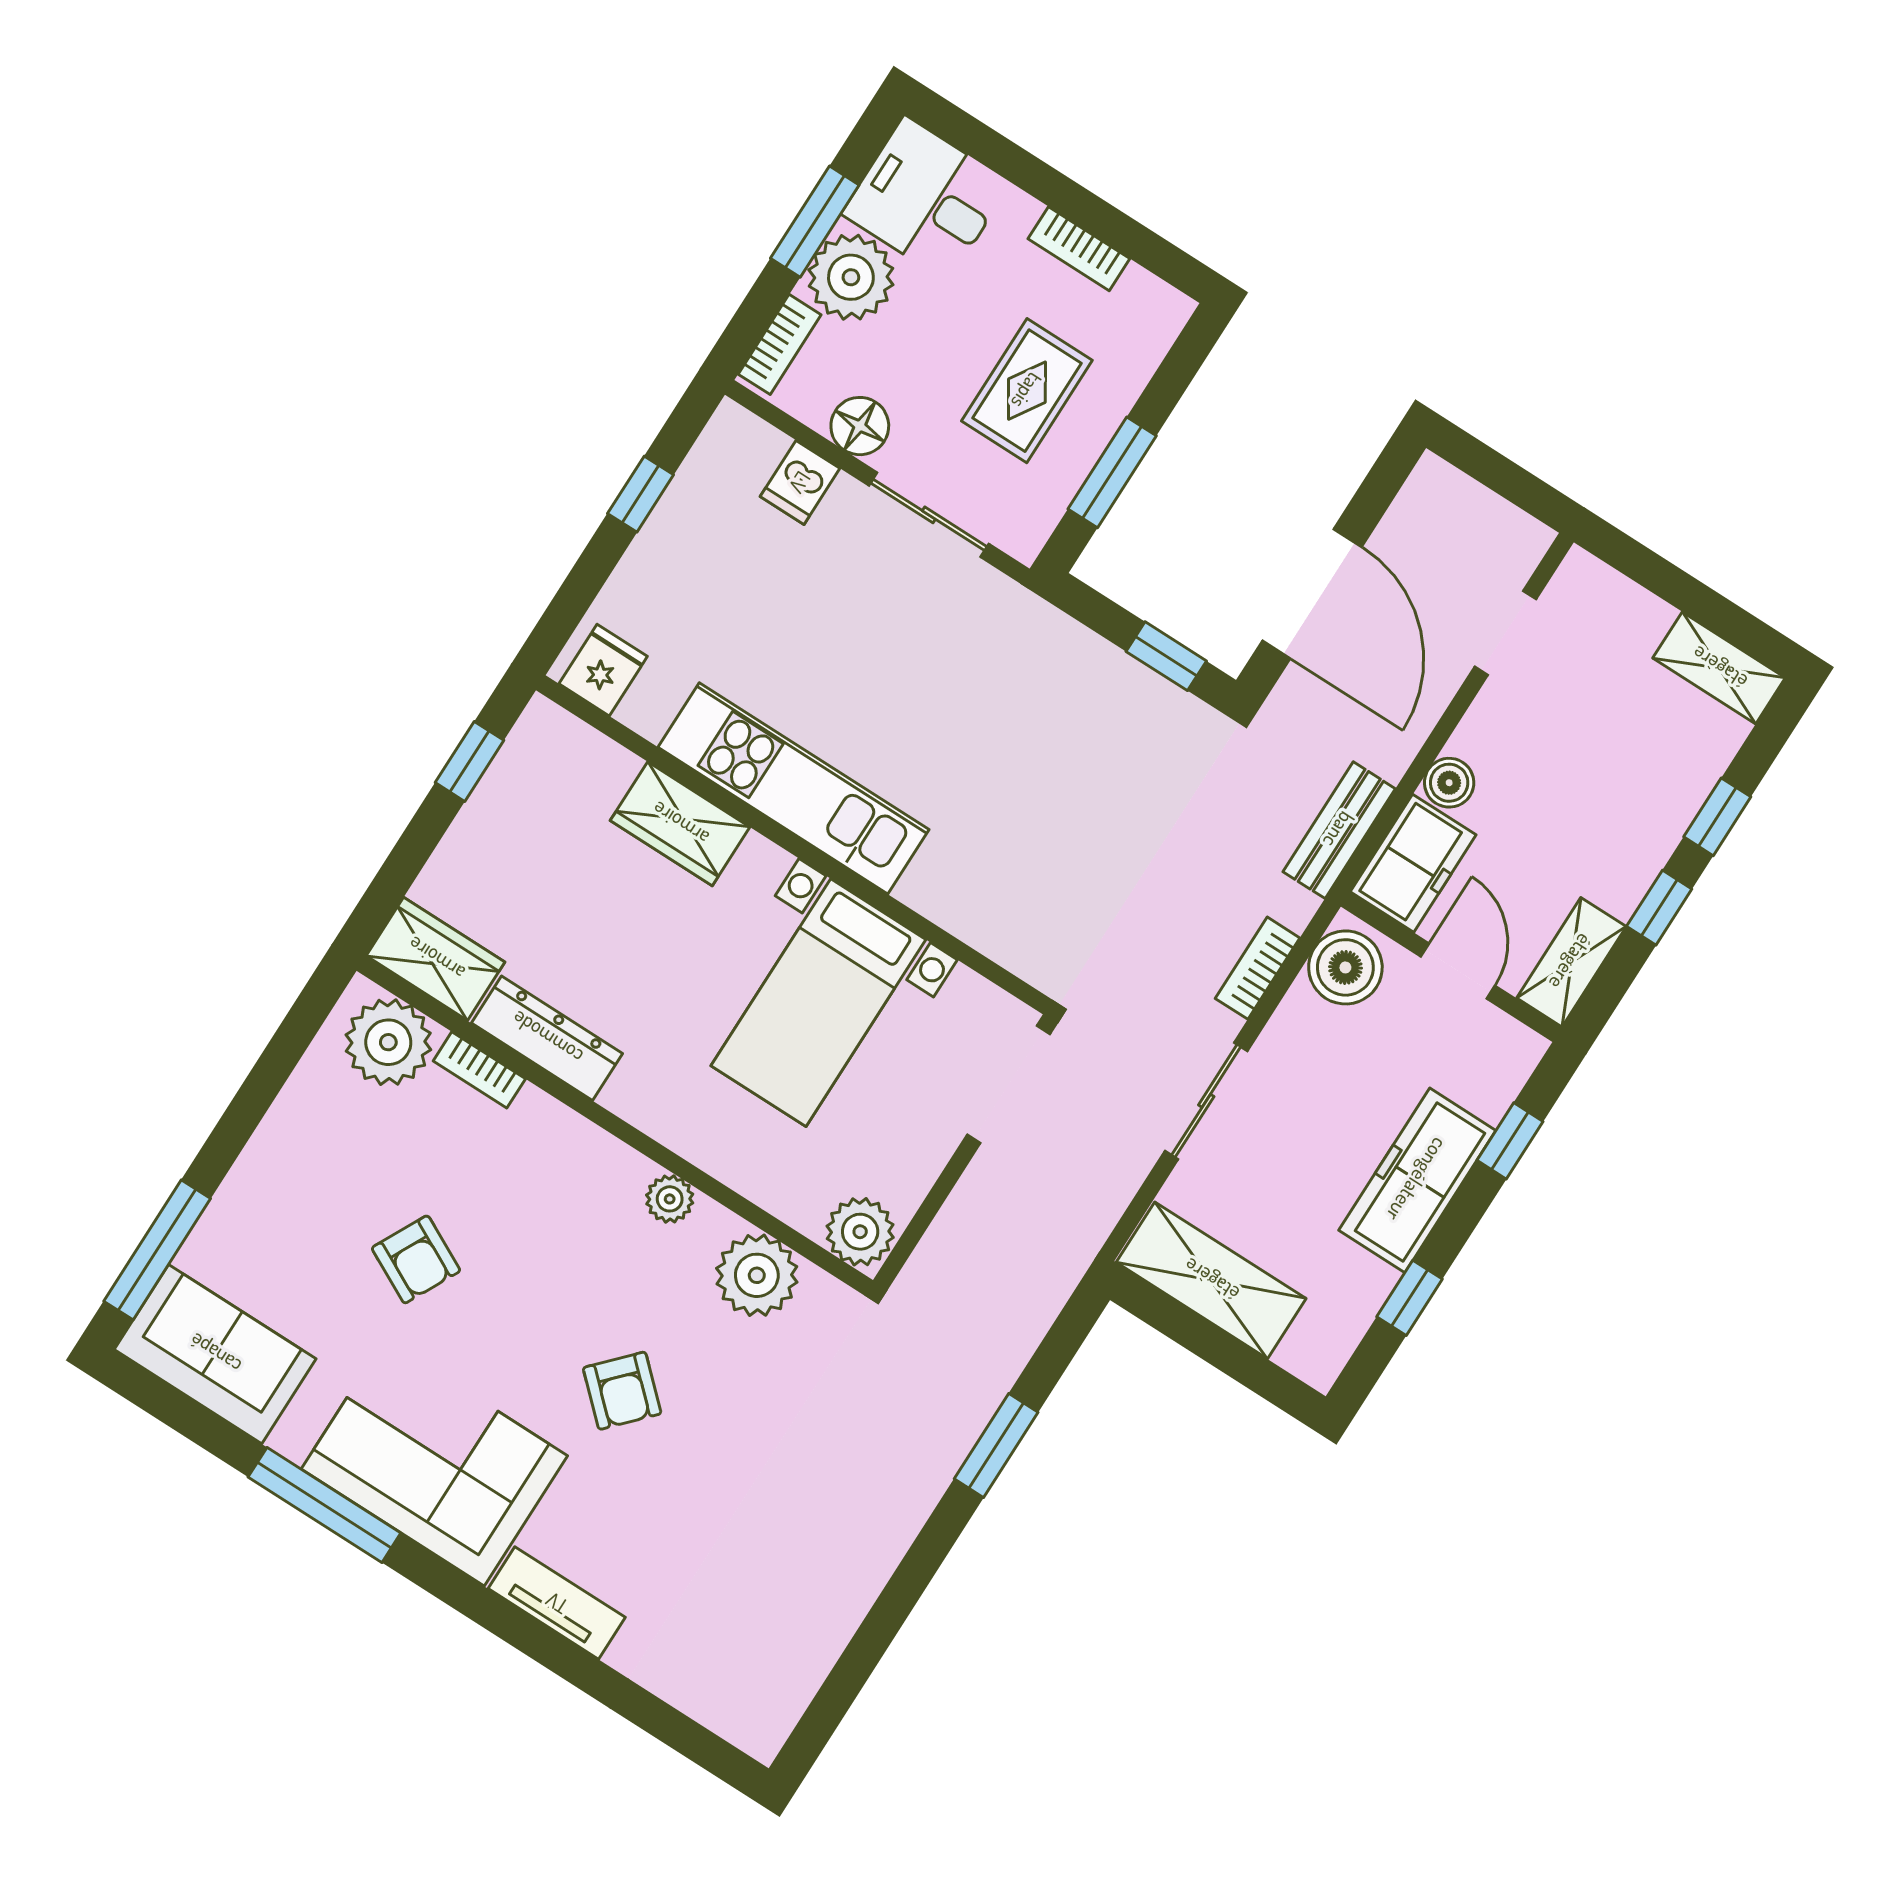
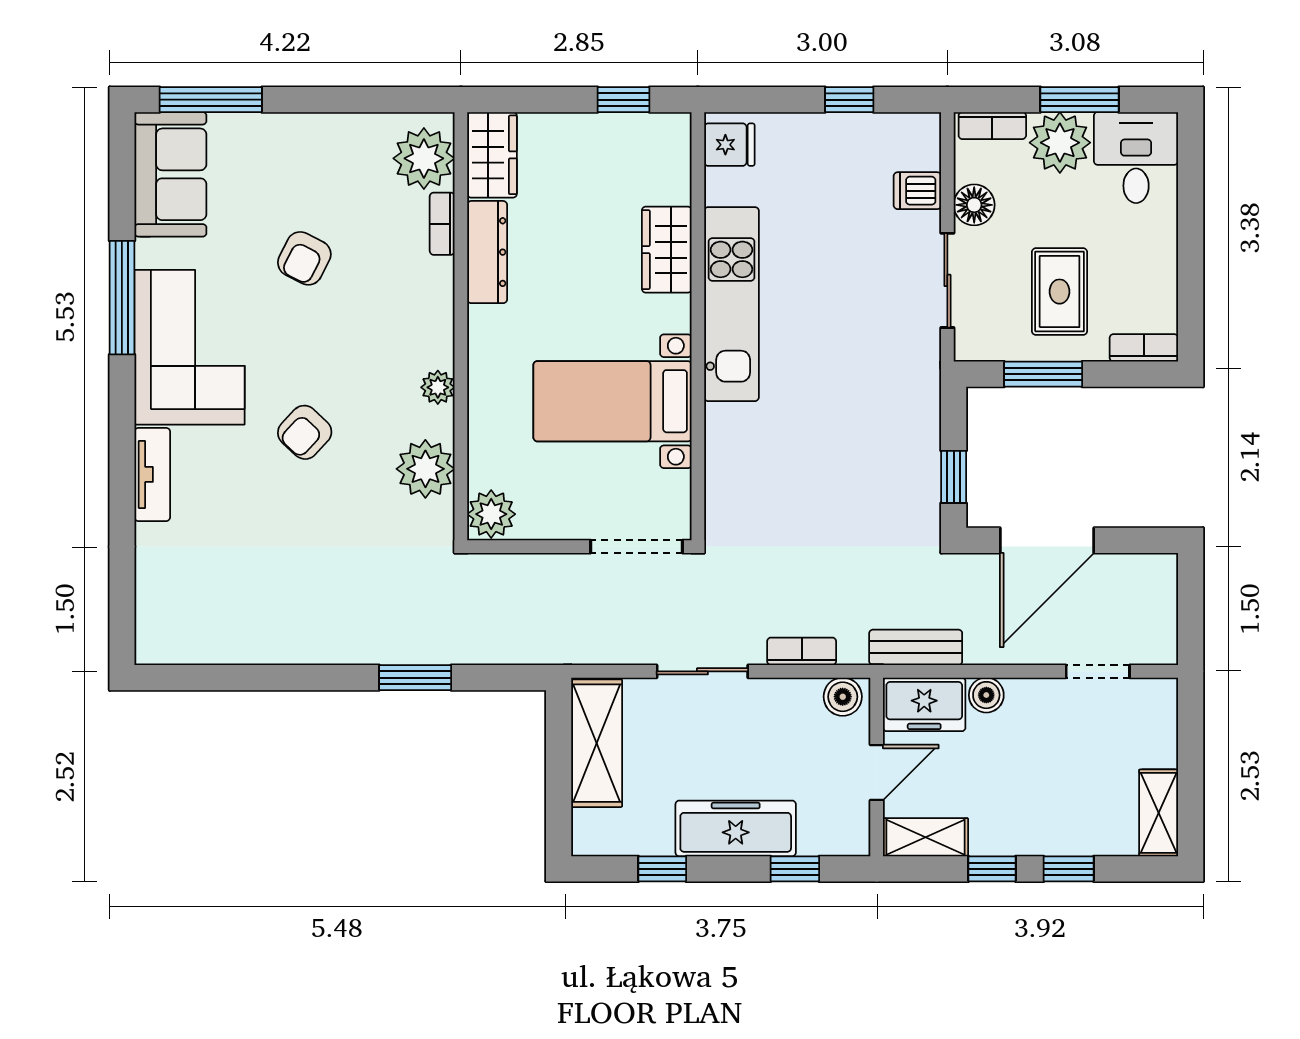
bookcase: (1079, 249) -> (1144, 348), moved, turned 90
rug: (1027, 391) -> (1059, 292), turned 90
boiler: (1345, 967) -> (843, 697), width x0.73, depth x0.73

